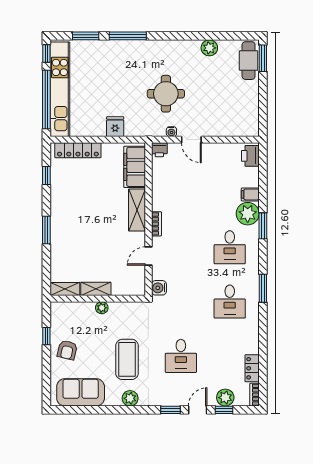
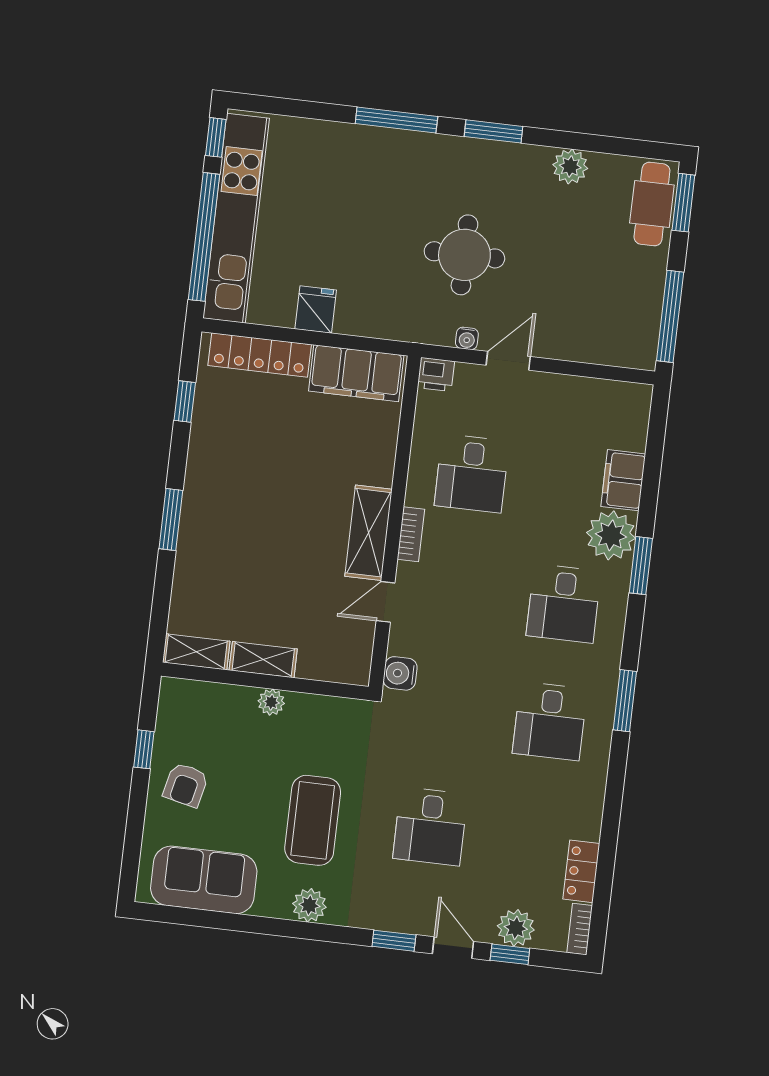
window: (86, 36) -> (493, 131), moved
window: (263, 111) -> (670, 316), added
fridge: (115, 127) -> (316, 310), moved
door: (191, 140) -> (508, 361), swing flipped
printer: (250, 156) -> (631, 411), removed
filing cabinet: (135, 167) -> (356, 373), moved, turned -90
desk: (181, 193) -> (472, 474), added
filing cabinet: (250, 194) -> (623, 480), width x2.00
shelving: (137, 210) -> (368, 533), moved
door: (198, 410) -> (453, 948), hinge flipped

